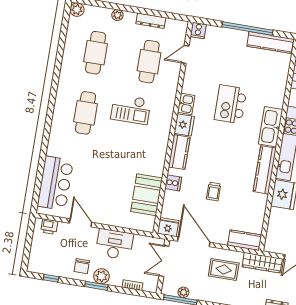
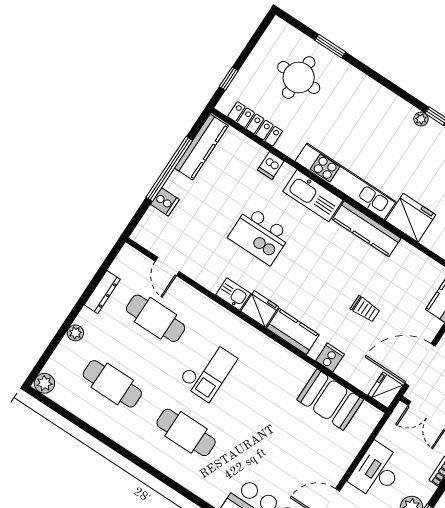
cooker: (198, 30) -> (165, 202), moved
dishwasher: (278, 92) -> (271, 165), added

